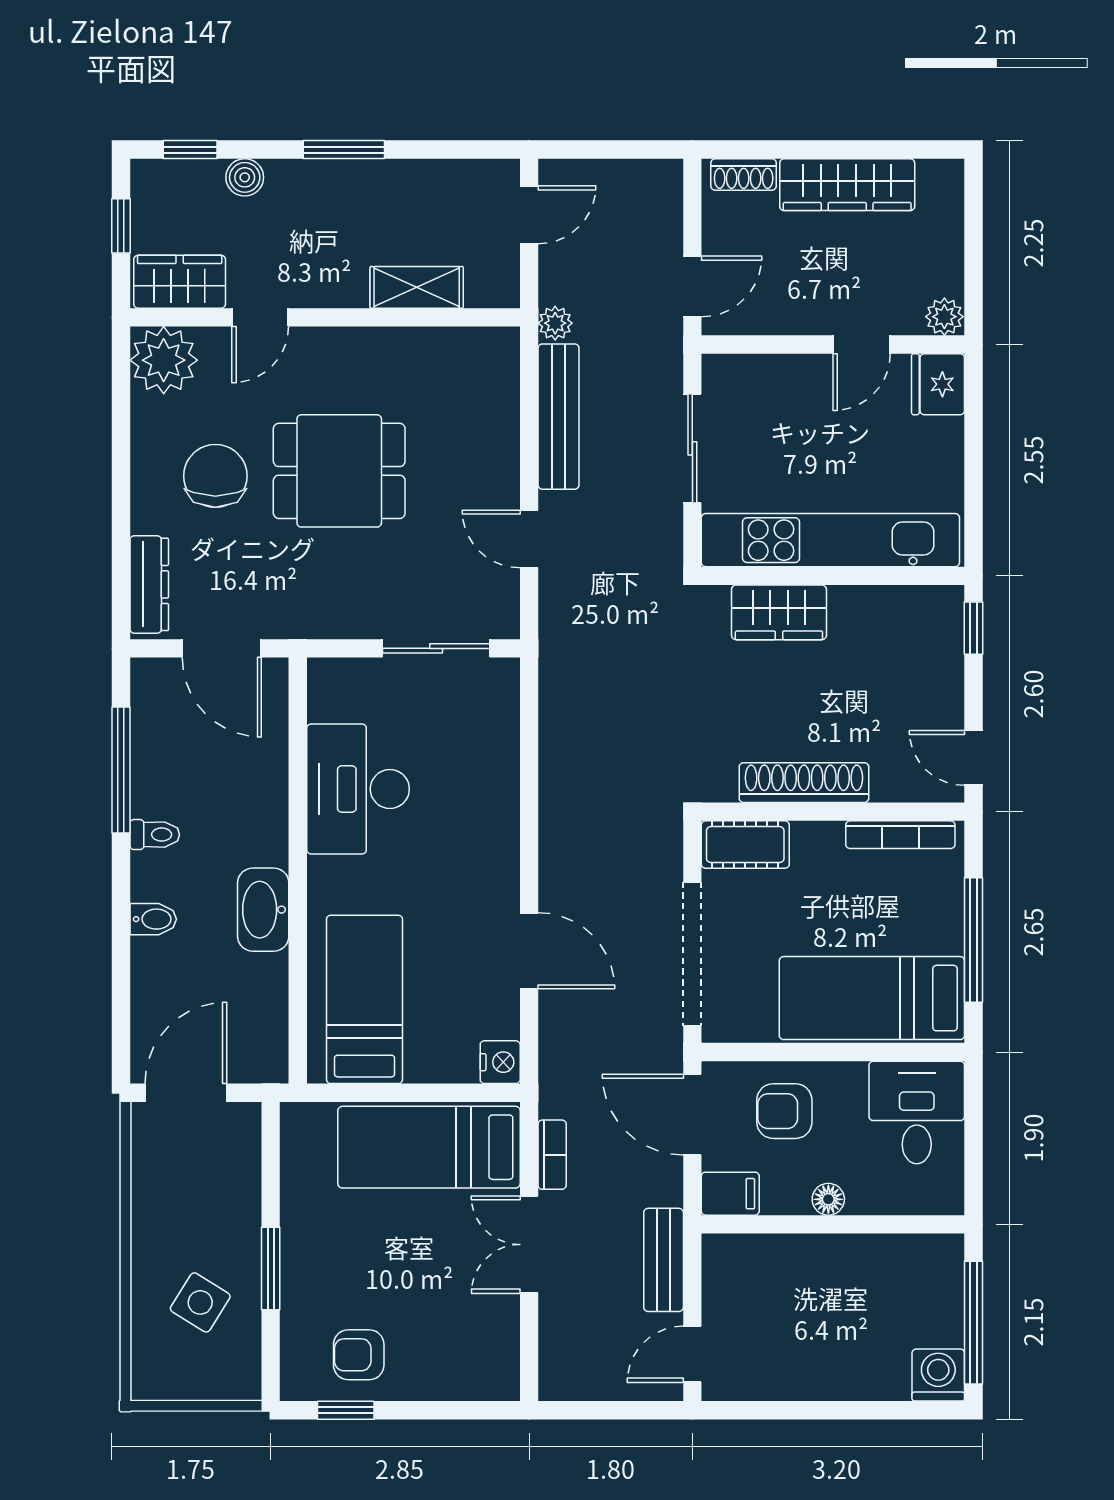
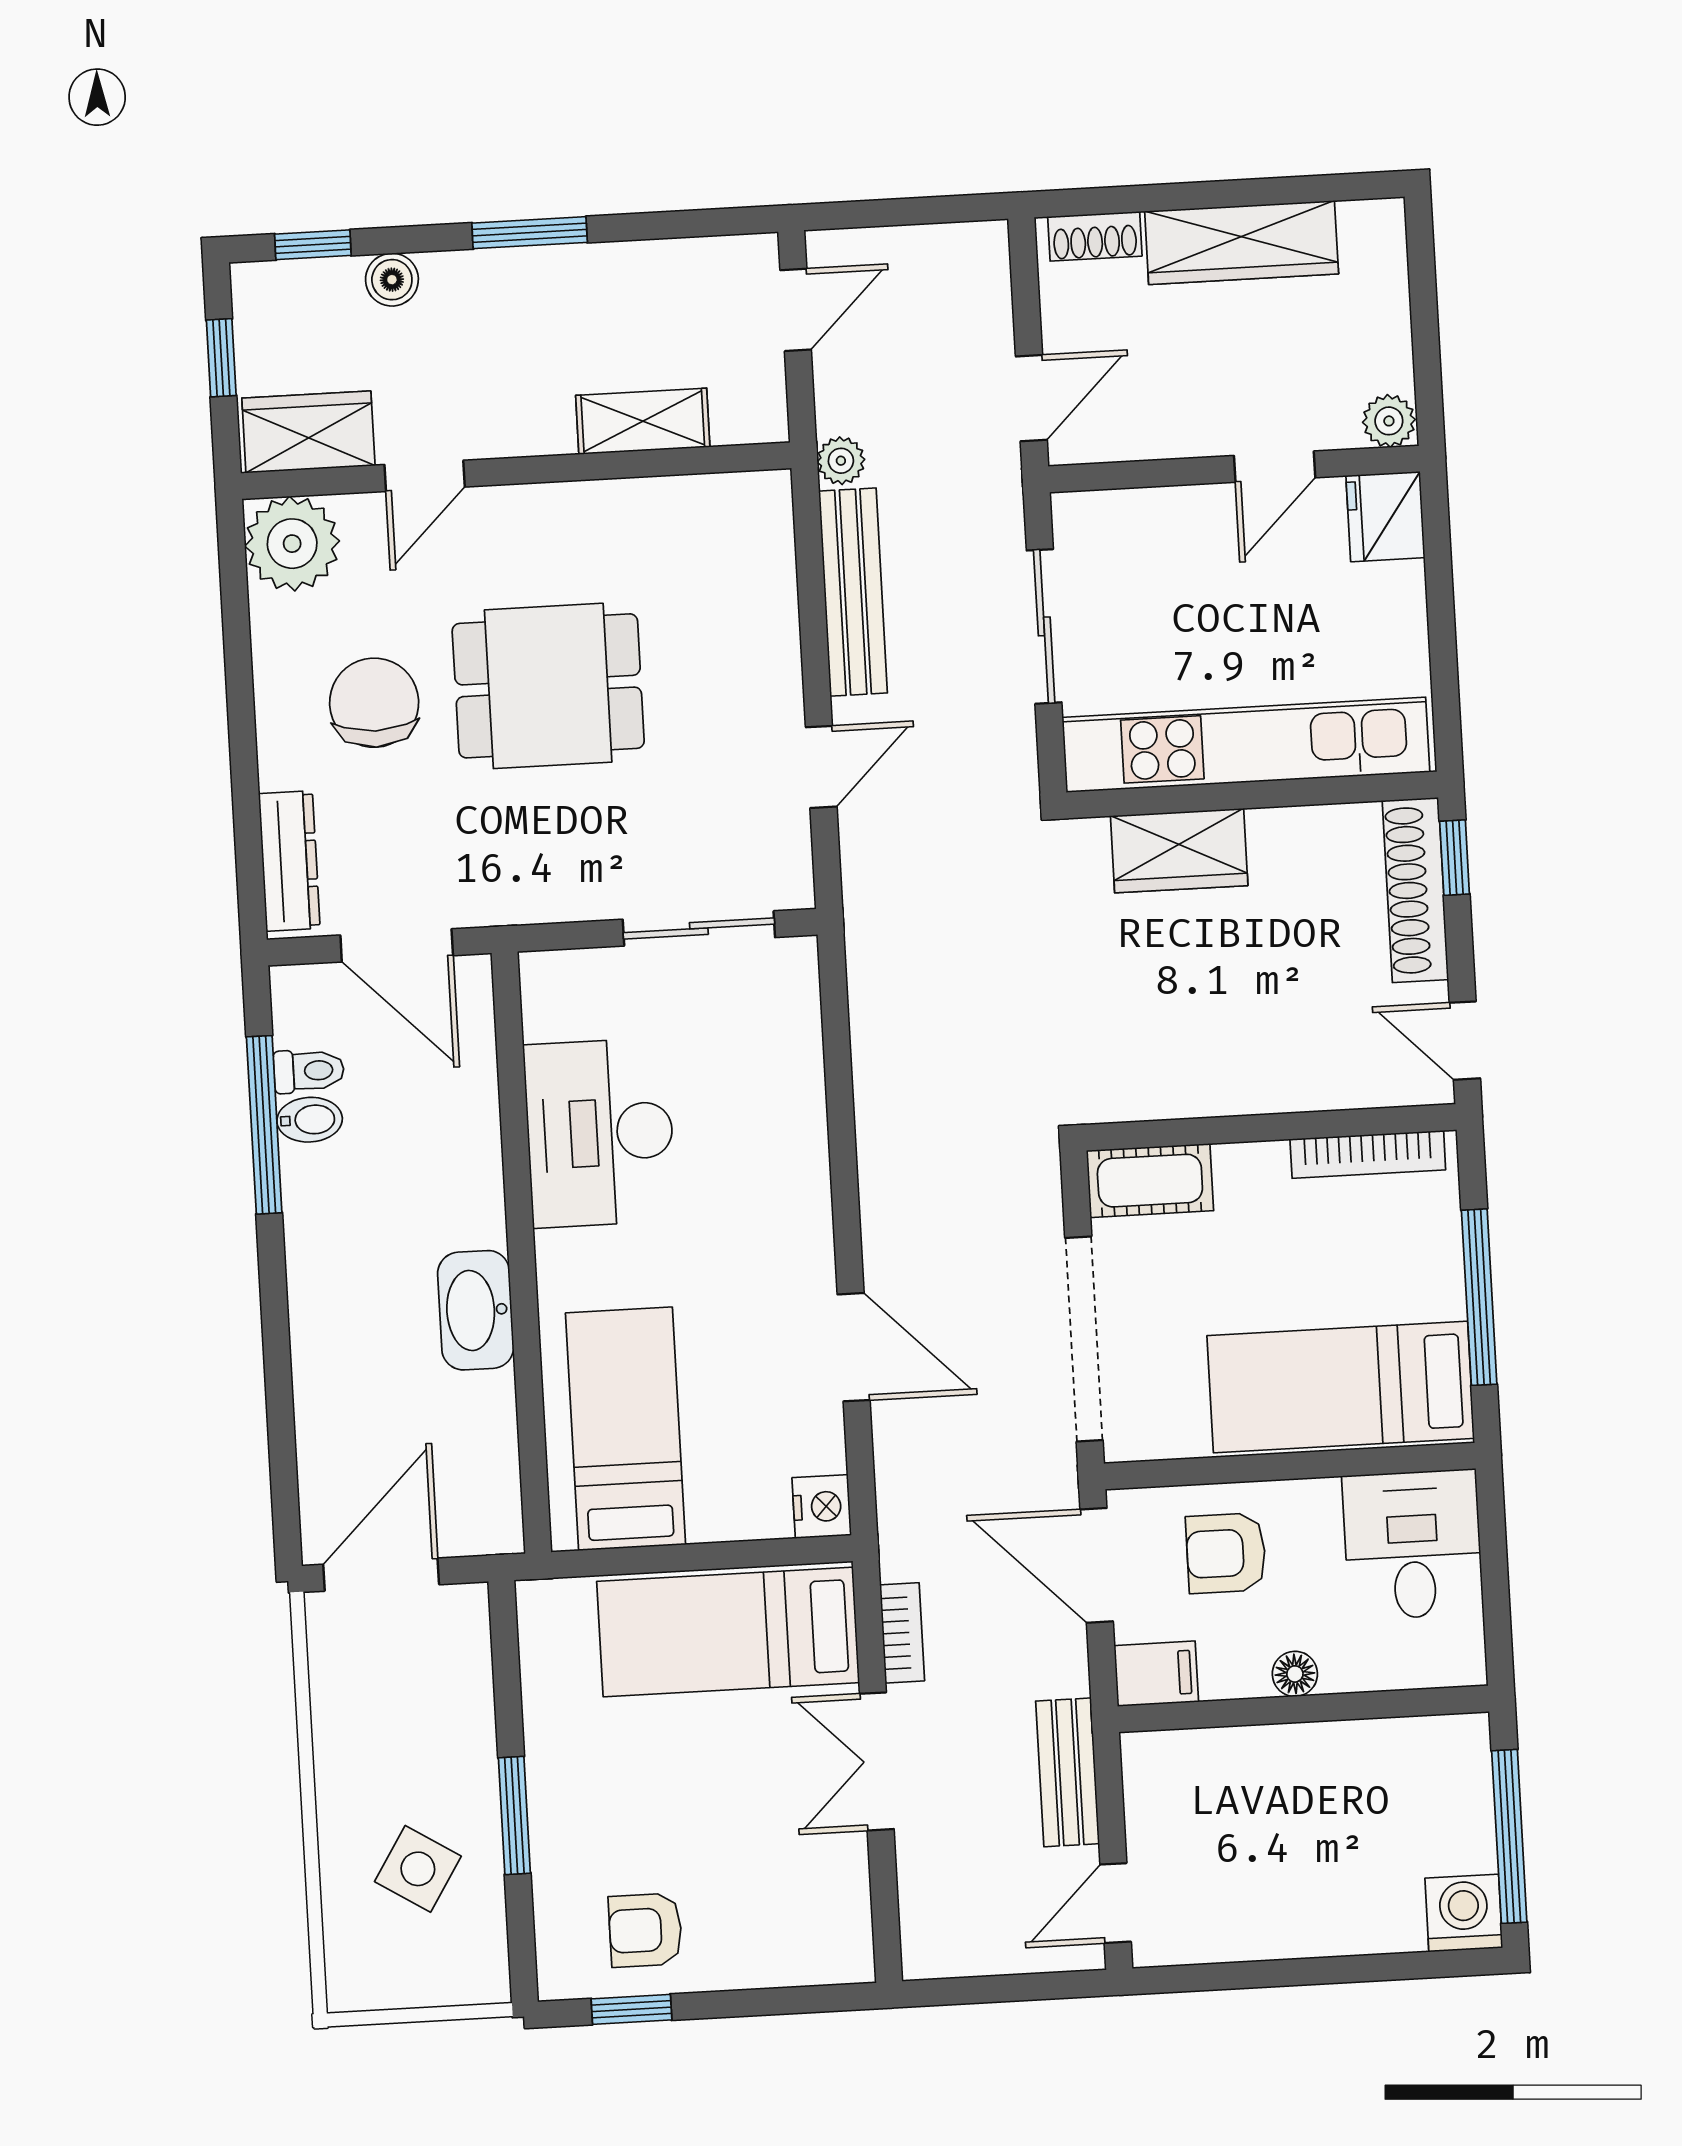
door: (529, 539) -> (821, 767), swing flipped
shoe rack: (804, 783) -> (1415, 890), moved, turned -90
toilet: (155, 835) -> (309, 1071), moved
bidet: (153, 919) -> (310, 1120), moved

